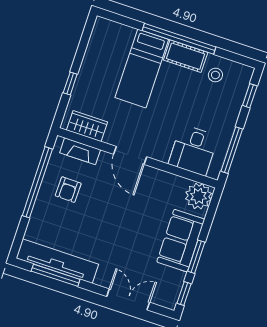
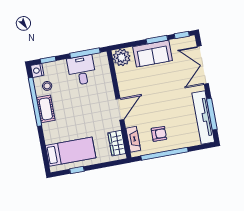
window: (179, 39) -> (35, 102), moved
bed: (142, 68) -> (71, 152), moved
nightstand: (243, 73) -> (37, 70), added
window: (70, 84) -> (77, 170), moved
desk: (193, 150) -> (82, 70), moved, turned -90
double door: (128, 299) -> (203, 65), width x1.37

